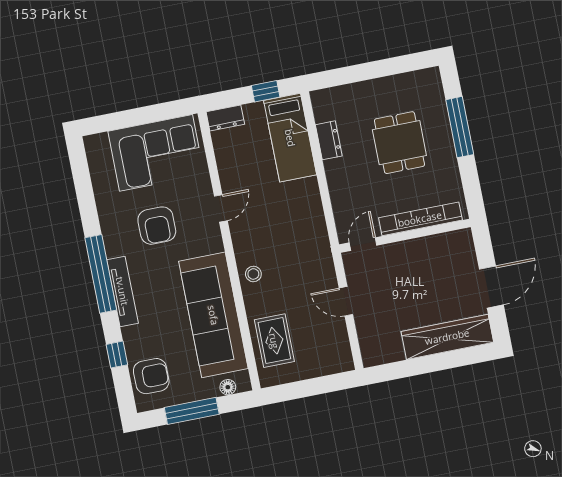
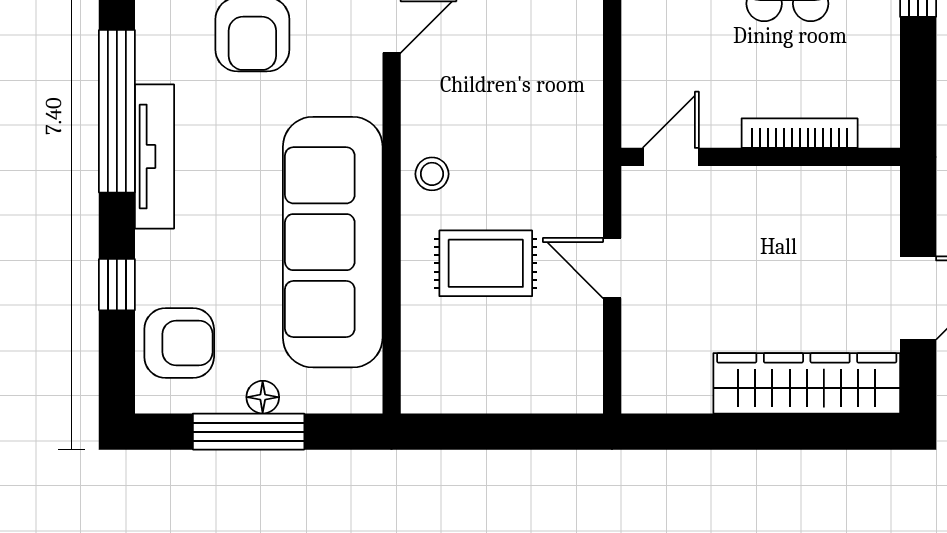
bookcase: (420, 219) -> (800, 133), width x0.68, depth x0.76
rug: (274, 341) -> (486, 263), moved, turned 90
floor lamp: (228, 387) -> (263, 397), moved

